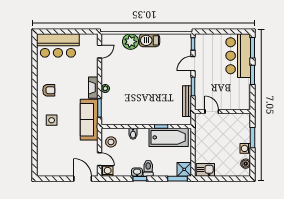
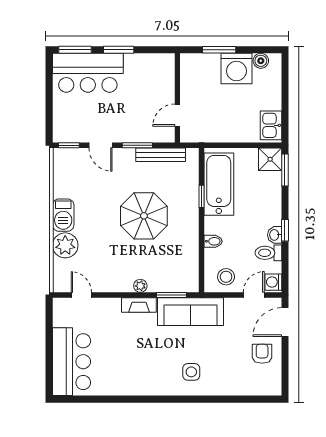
armchair: (49, 90) -> (262, 354), moved
parasol: (149, 91) -> (144, 216), added
washing machine: (245, 148) -> (236, 69), width x1.89, depth x1.89
toilet: (148, 168) -> (268, 253), moved

